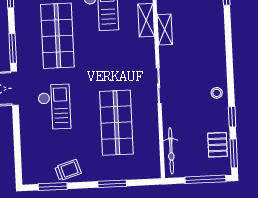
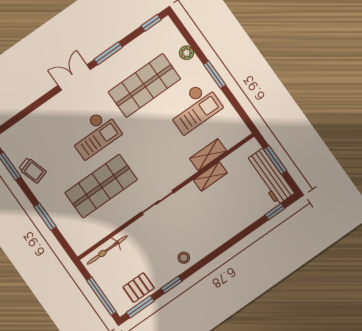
checkout: (54, 107) -> (95, 134), moved

